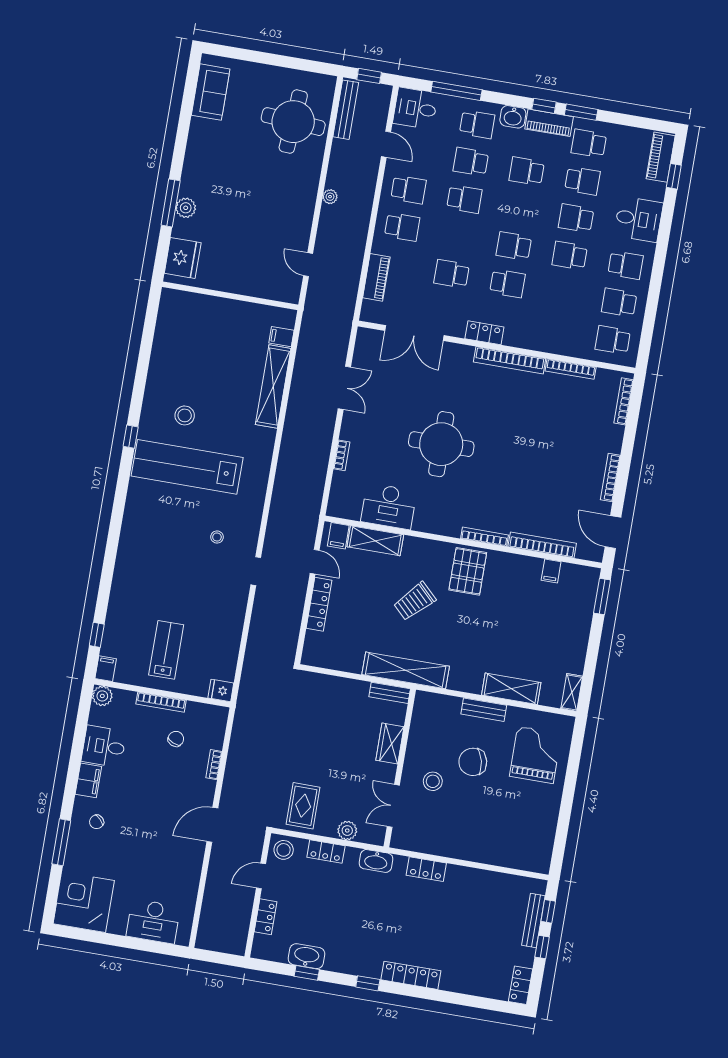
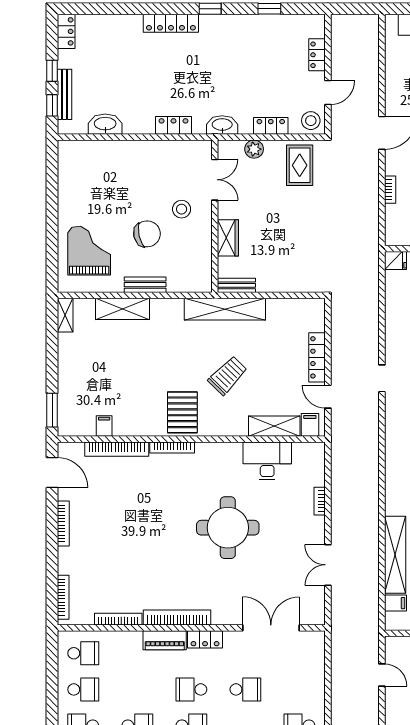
piano: (376, 277) -> (165, 640), moved, turned -90
grand piano: (536, 755) -> (89, 251), turned 180
washbasin: (306, 956) -> (105, 124), moved, turned 180

